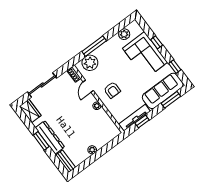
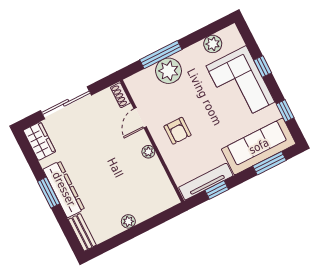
plant: (90, 63) -> (168, 71), moved

